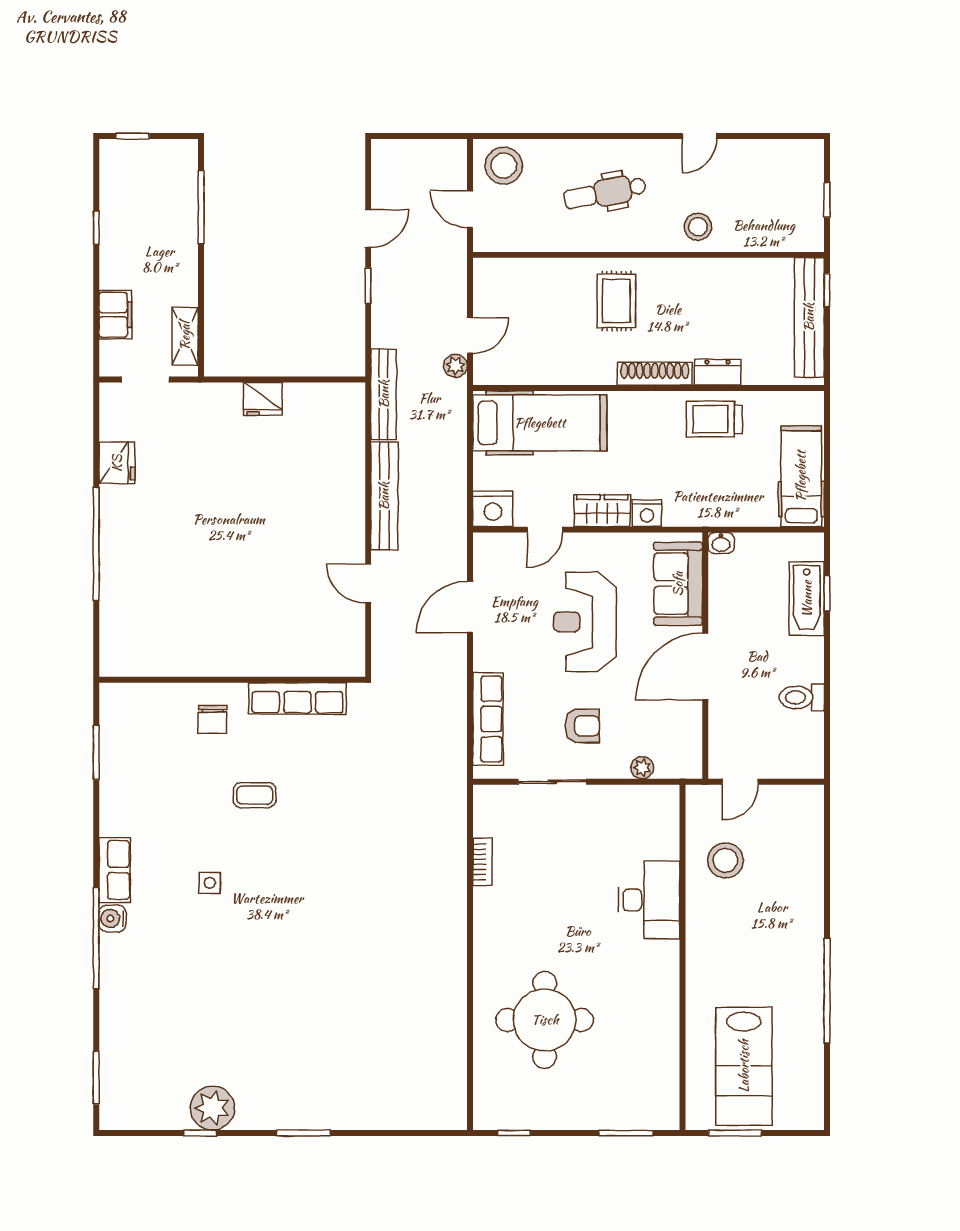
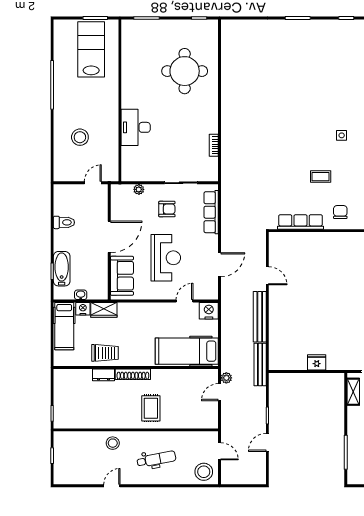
bench: (809, 317) -> (60, 401), removed
wardrobe: (602, 511) -> (104, 310), moved
nightstand: (647, 513) -> (83, 309), moved
washbasin: (721, 543) -> (81, 295), moved
armchair: (582, 726) -> (167, 209), turned 180
stool: (725, 860) -> (80, 137), moved
plant: (212, 1108) -> (340, 30), removed

